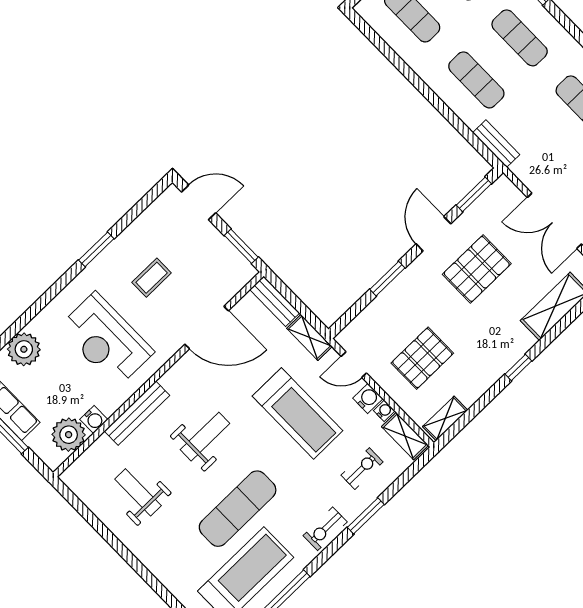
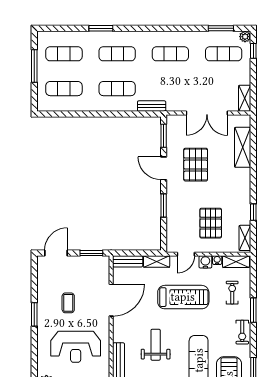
window: (518, 367) -> (253, 212), moved

